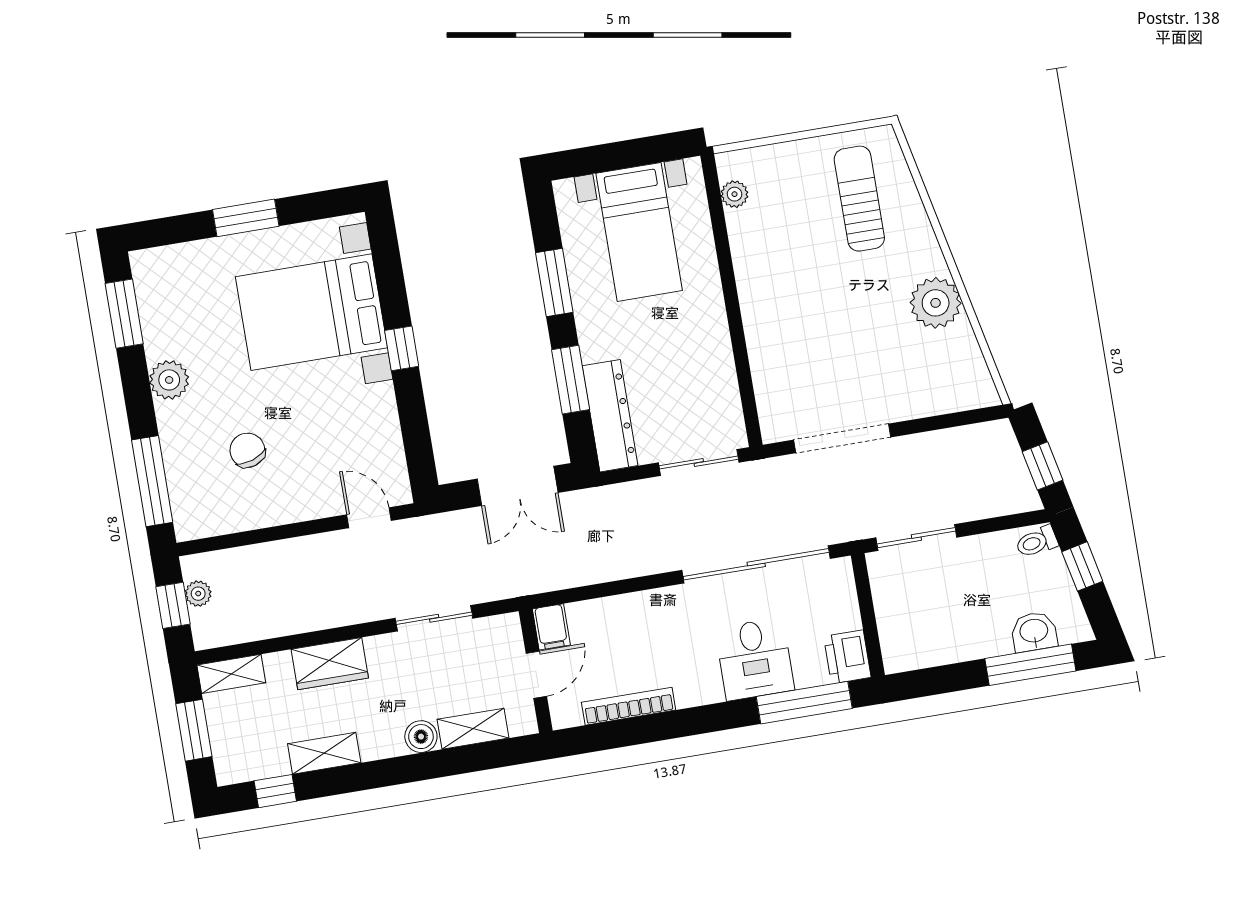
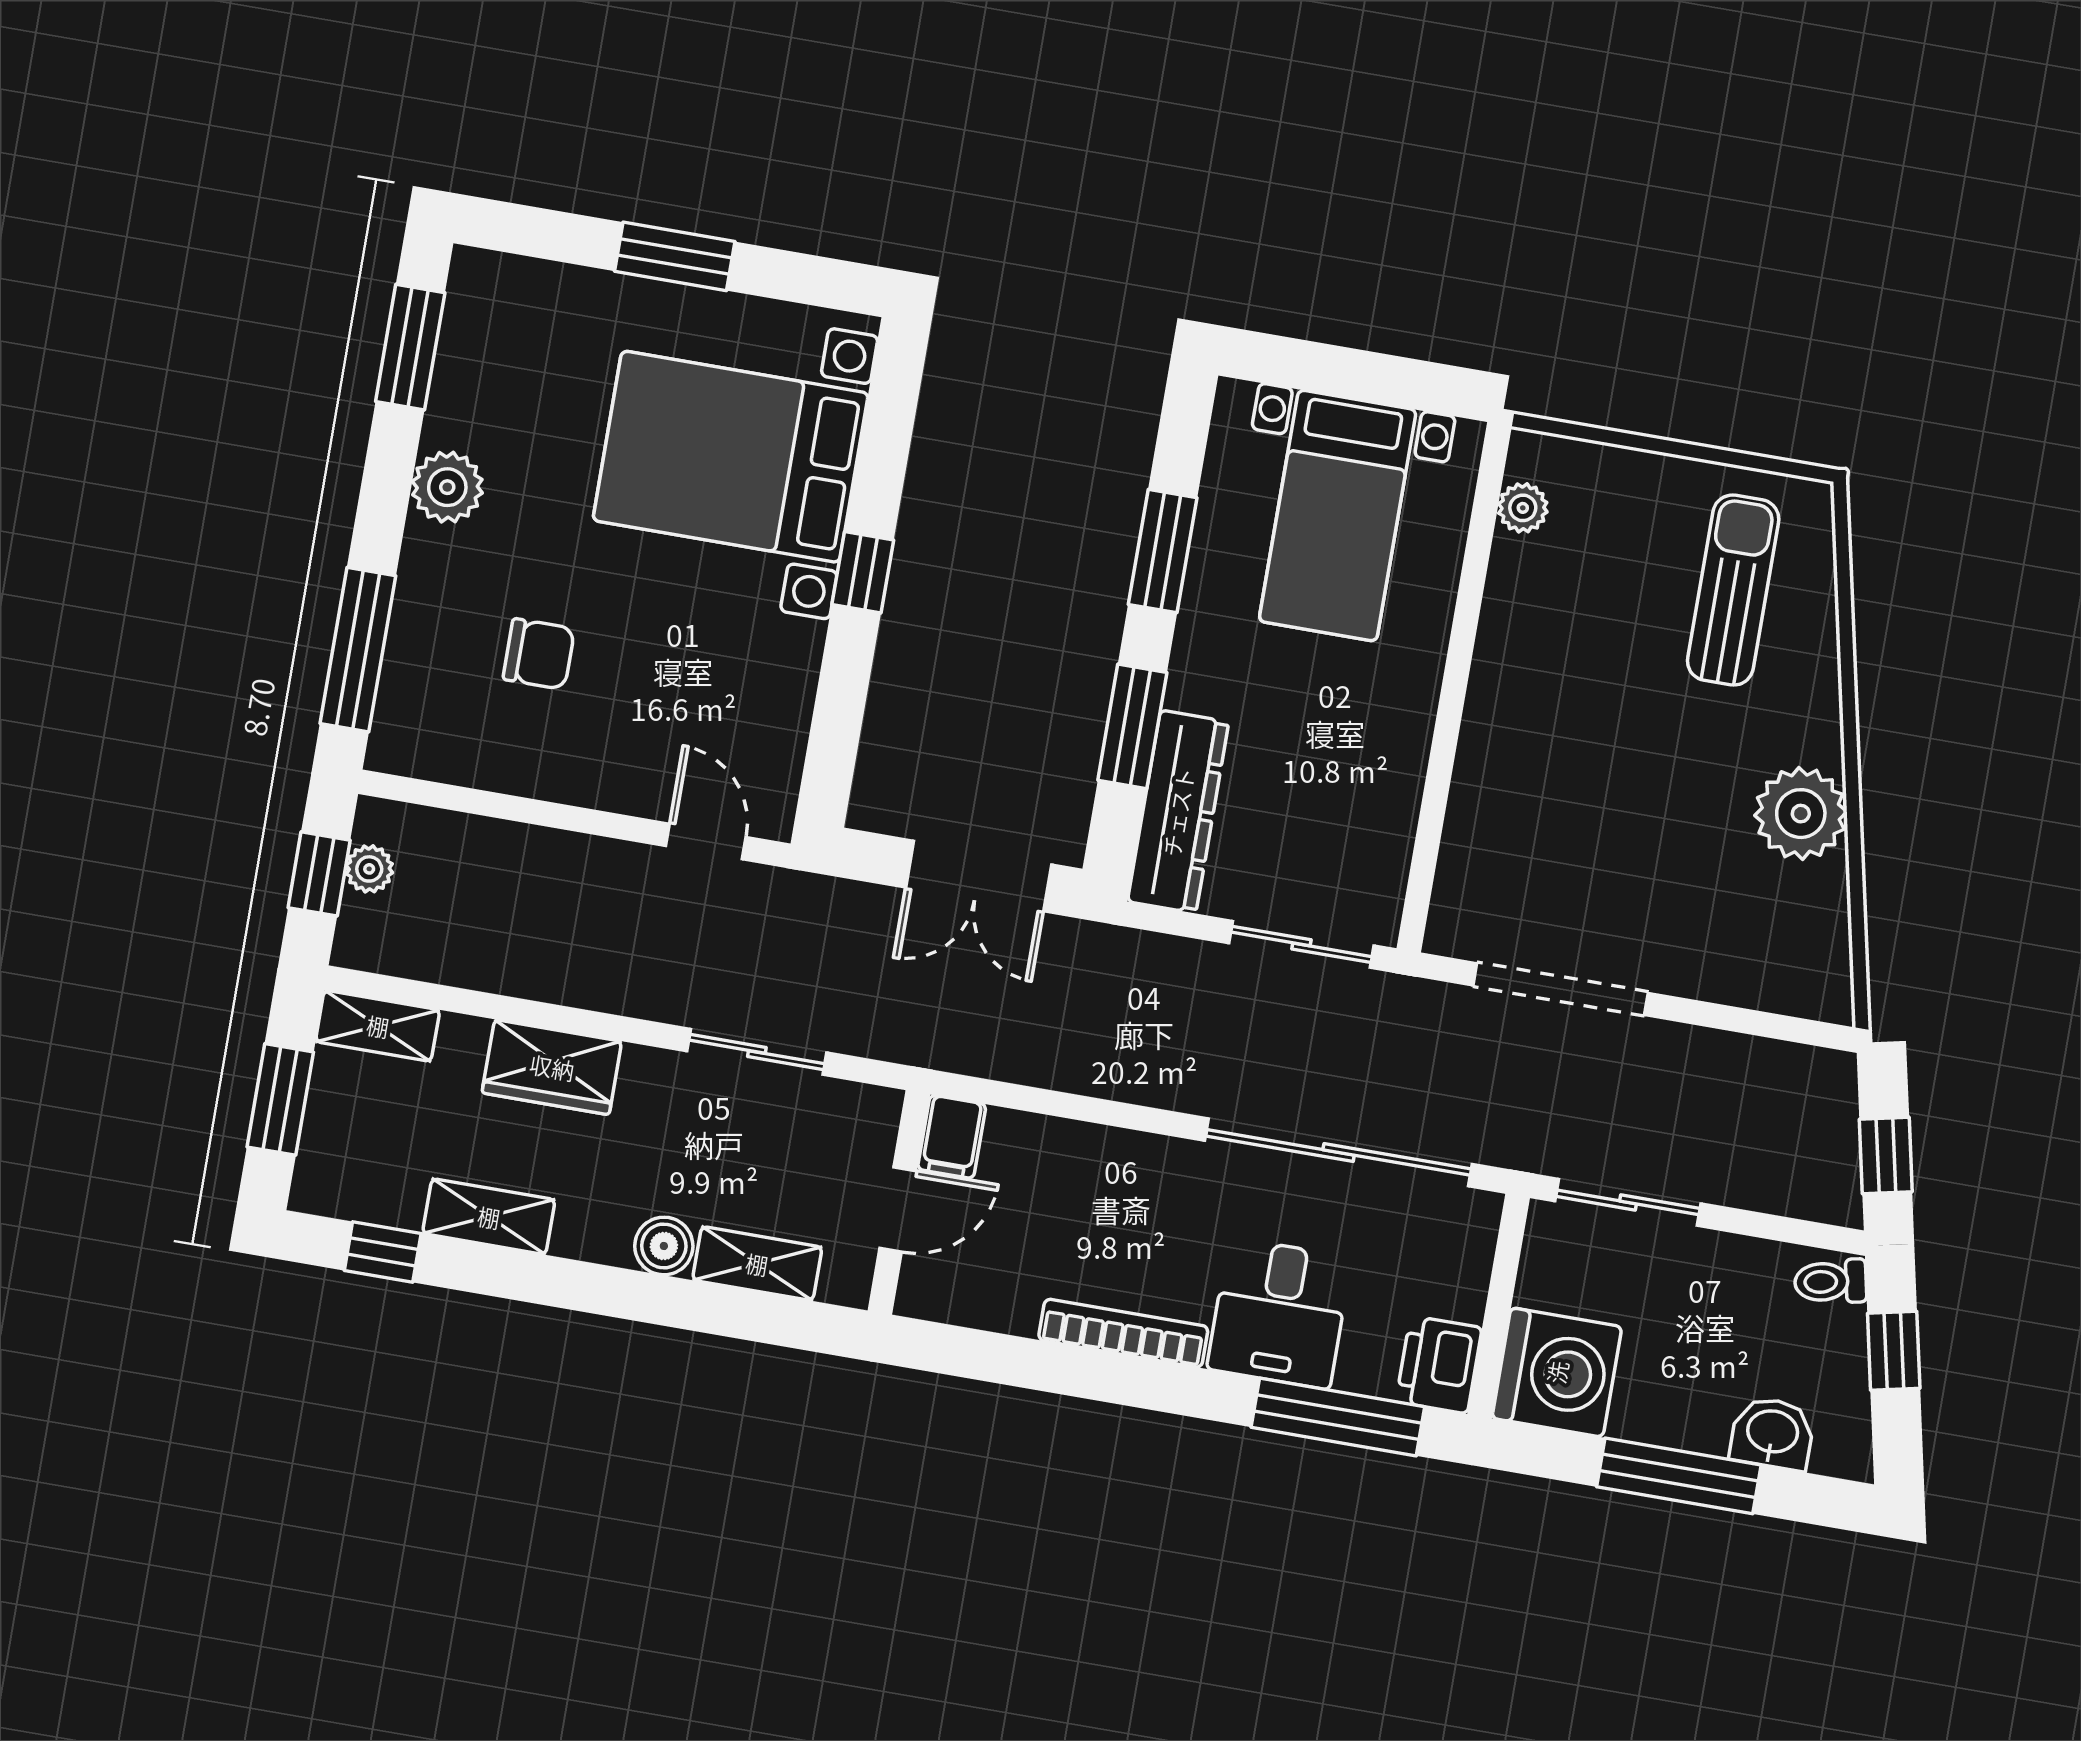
chair: (247, 450) -> (539, 654), turned 108
washing machine: (910, 639) -> (1557, 1372), added
window: (1030, 665) -> (1679, 1476), moved
bookcase: (629, 706) -> (1123, 1333), moved

